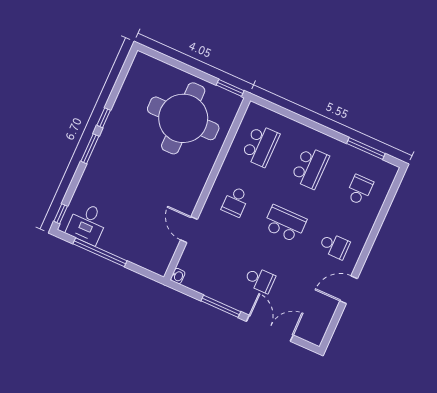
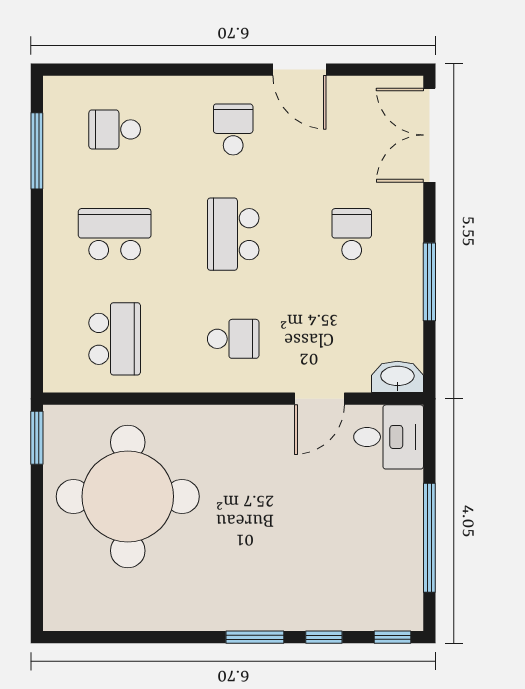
window: (104, 118) -> (324, 637), moved
school desk: (260, 146) -> (115, 339), turned 90
desk: (87, 223) -> (389, 437), moved
washbasin: (178, 276) -> (397, 377), width x1.91, depth x1.45
double door: (270, 328) -> (429, 135), moved

